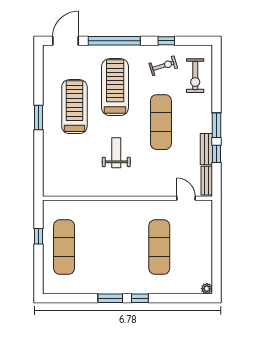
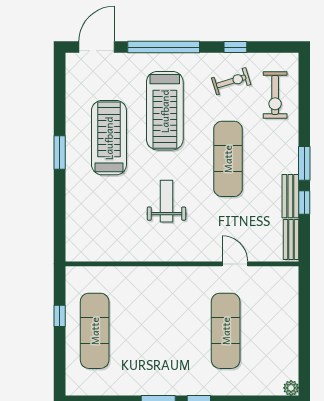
treadmill: (115, 87) -> (165, 111), turned 180
door: (186, 198) -> (235, 264), moved

